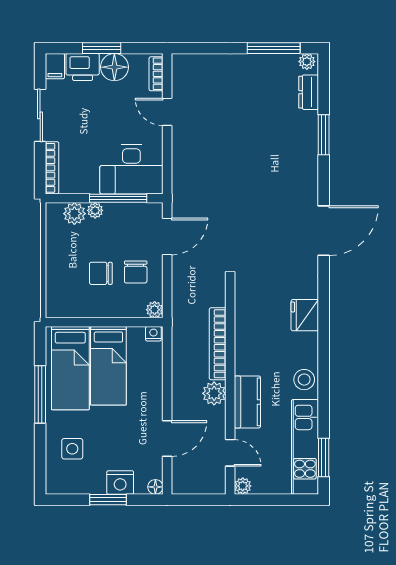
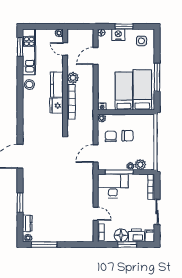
fridge: (305, 315) -> (57, 106), moved, turned 180
kitchen counter: (247, 402) -> (57, 85), moved
side table: (72, 449) -> (141, 41), moved

